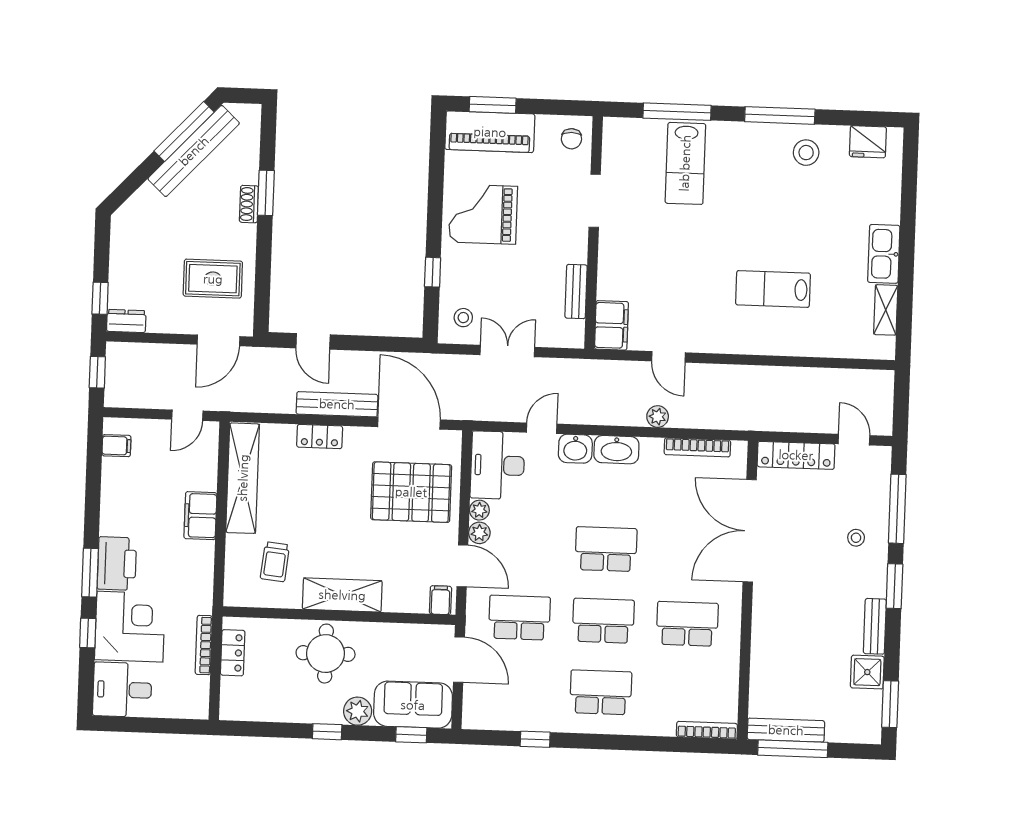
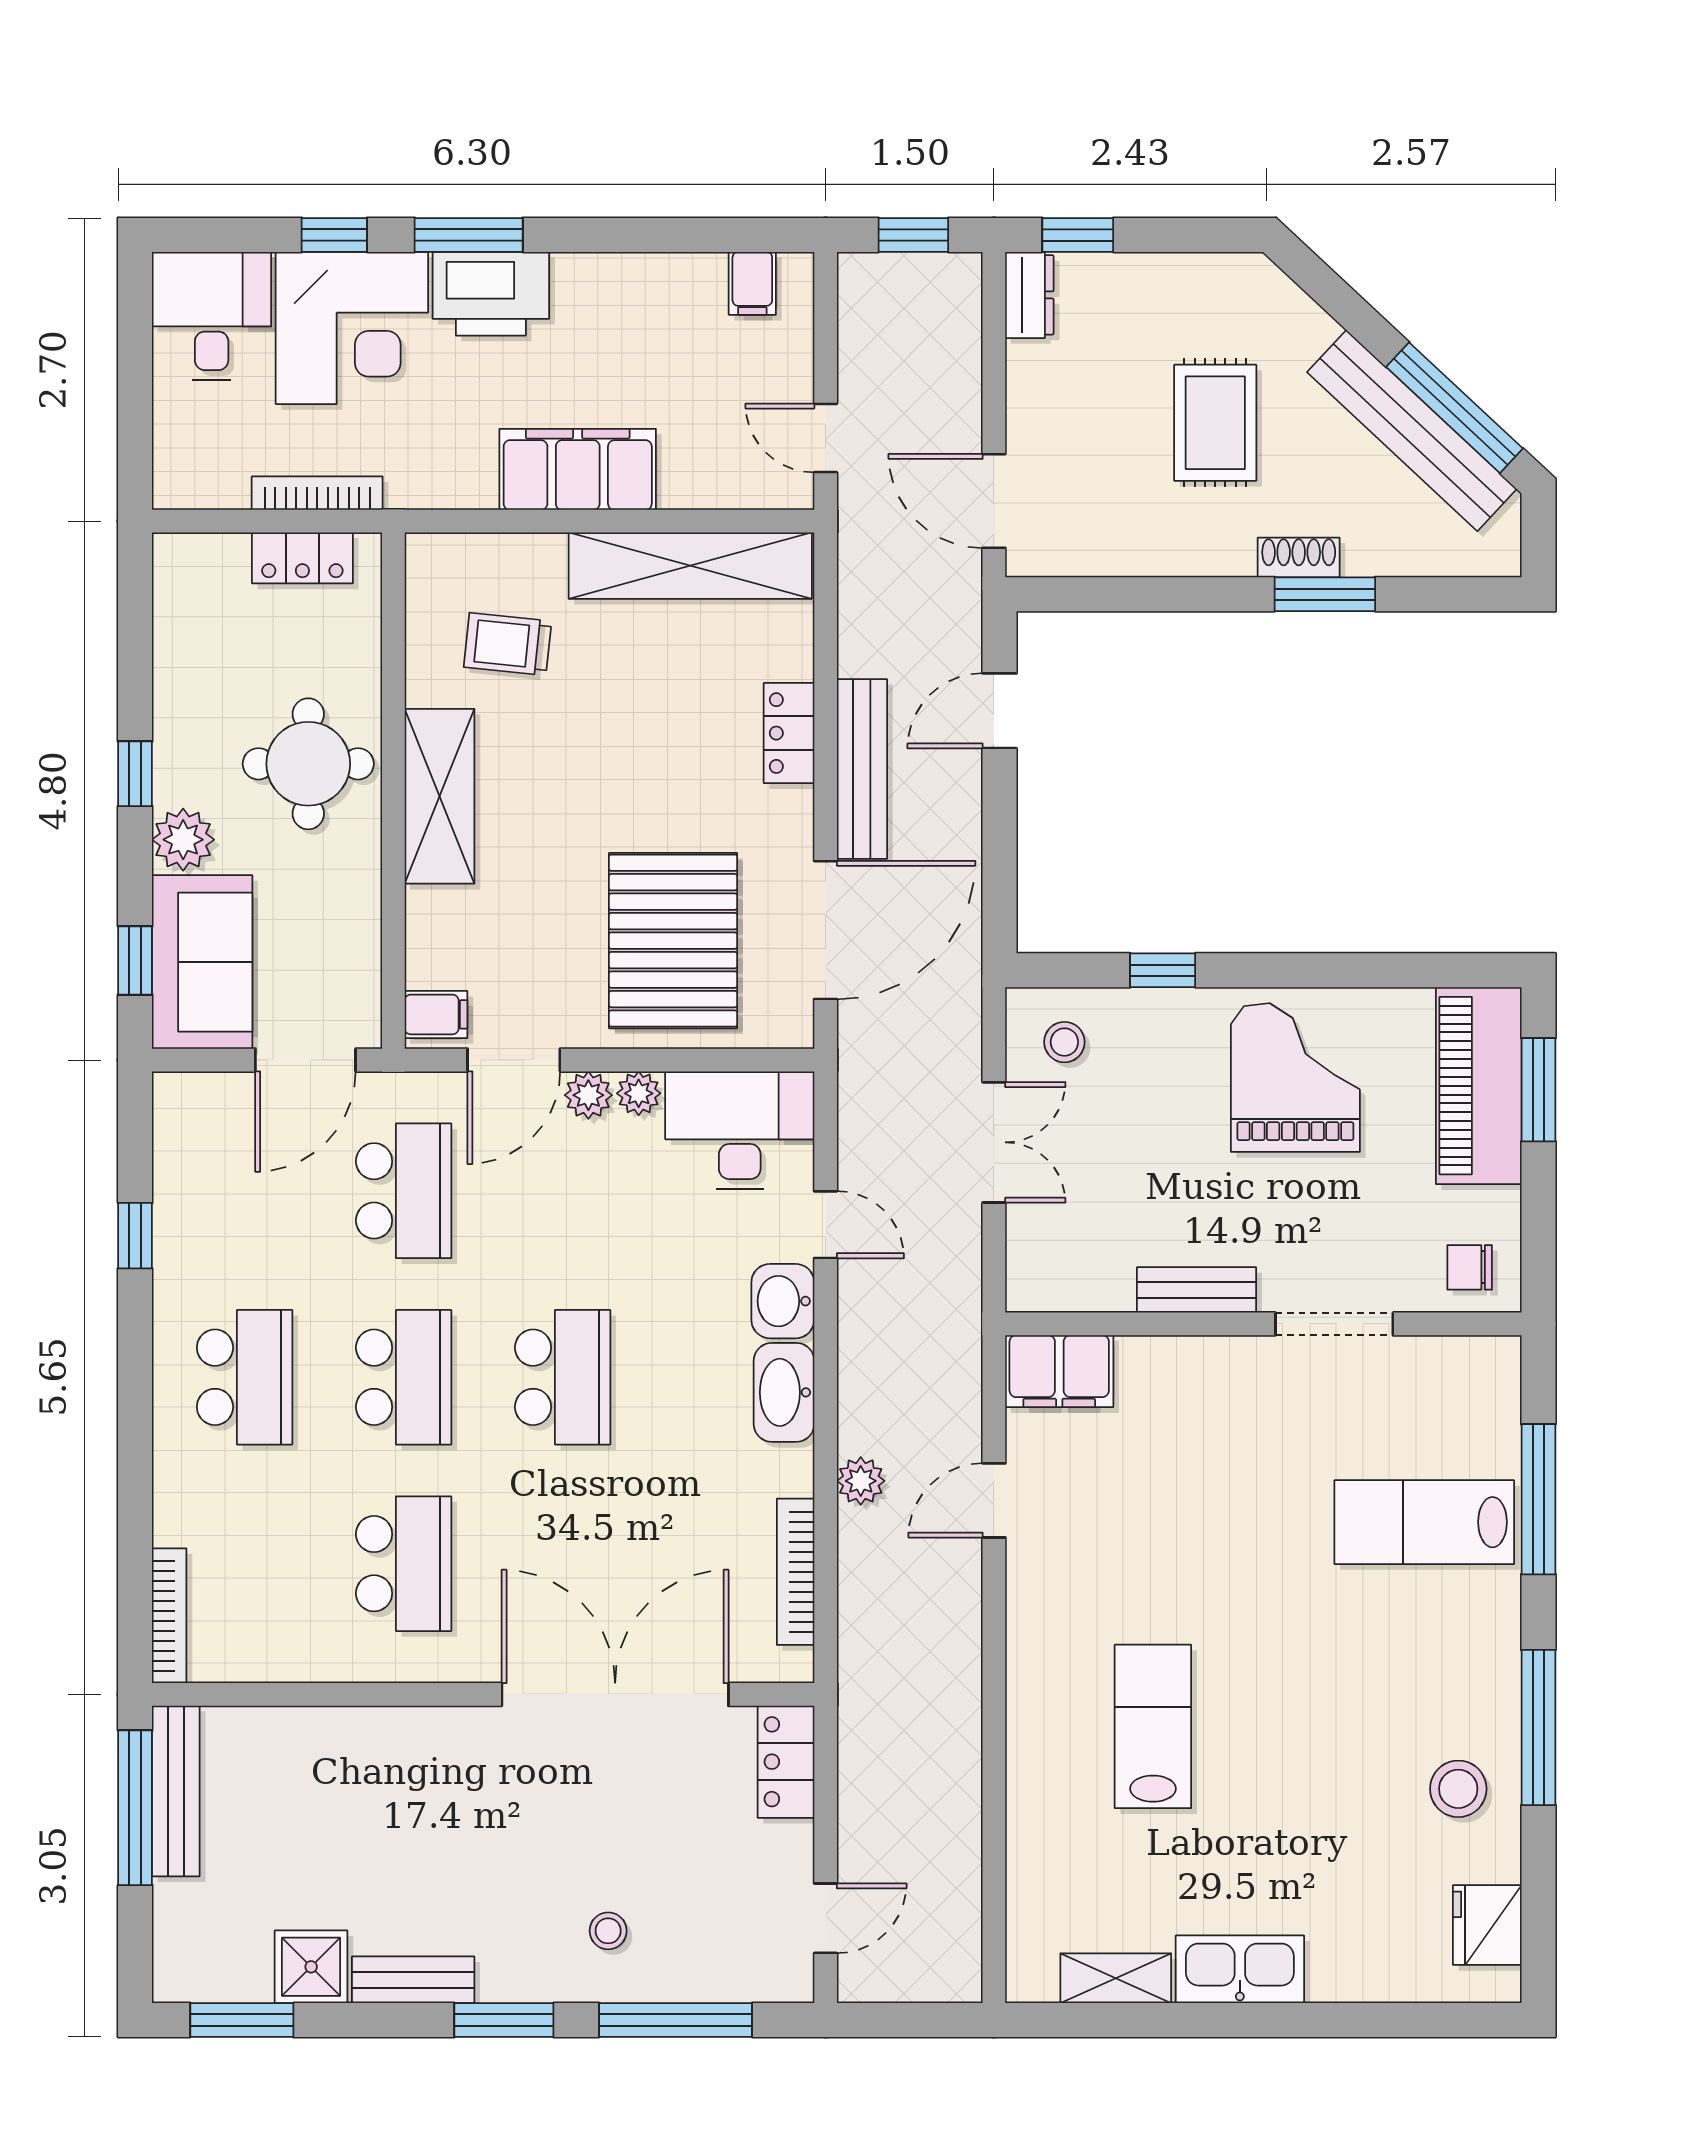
rug: (213, 279) -> (1215, 423), moved
bench: (576, 292) -> (1197, 1290), moved
locker: (796, 455) -> (786, 1762), width x0.66
filing cabinet: (200, 516) -> (578, 469), width x1.50, depth x1.17

